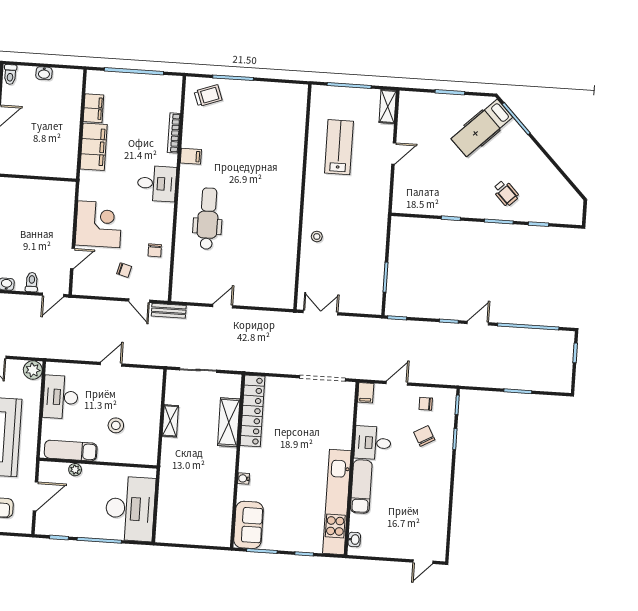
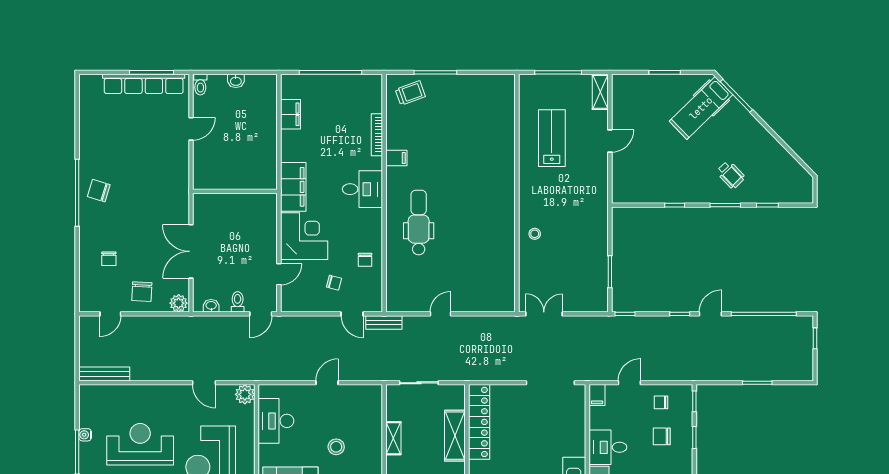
filing cabinet: (94, 147) -> (293, 187), moved
chair: (424, 436) -> (662, 436), turned -61

